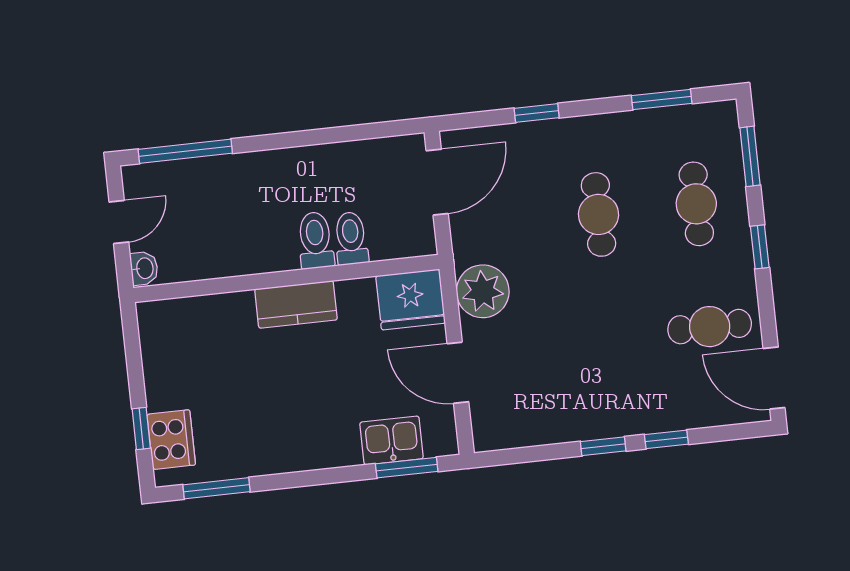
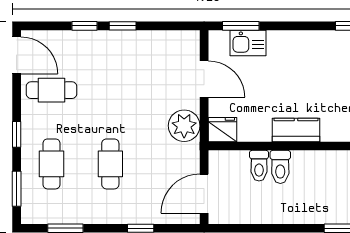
fridge: (411, 300) -> (222, 130), width x0.73, depth x0.75

